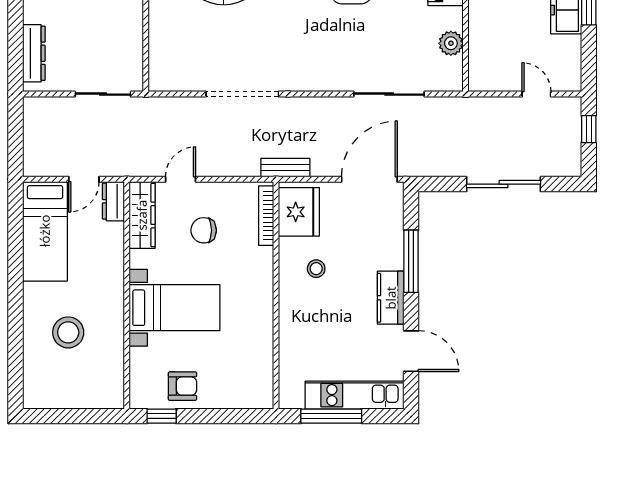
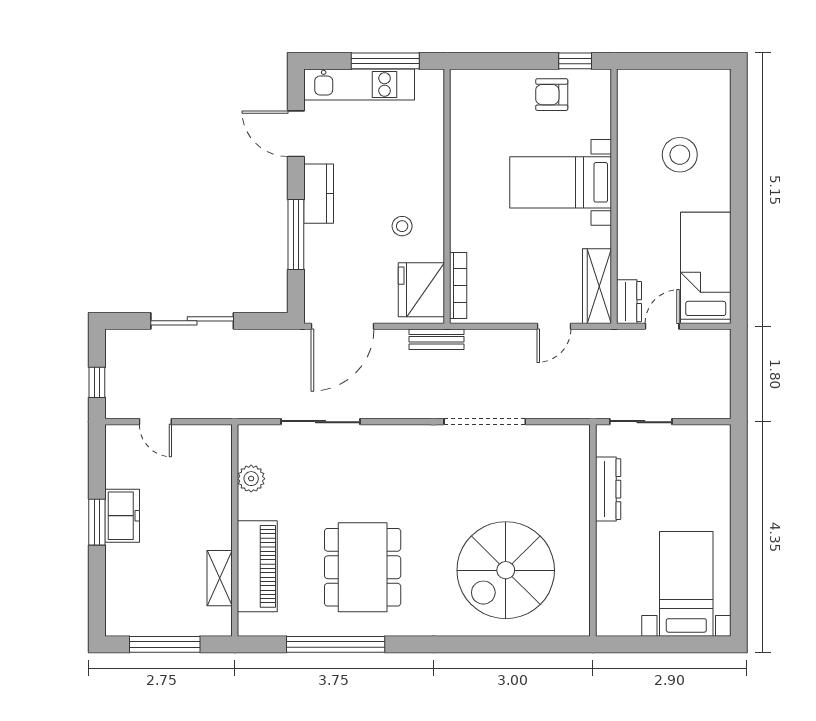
dresser: (34, 53) -> (608, 489), moved, turned 180
chair: (204, 230) -> (528, 269), removed

